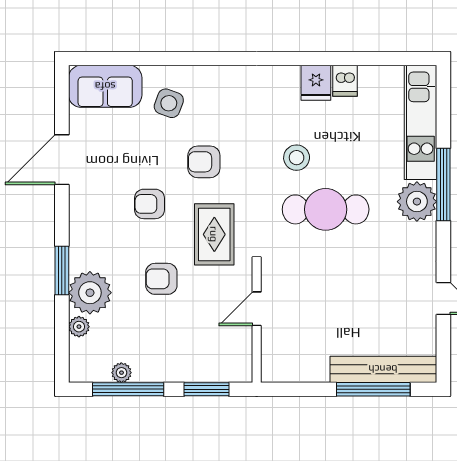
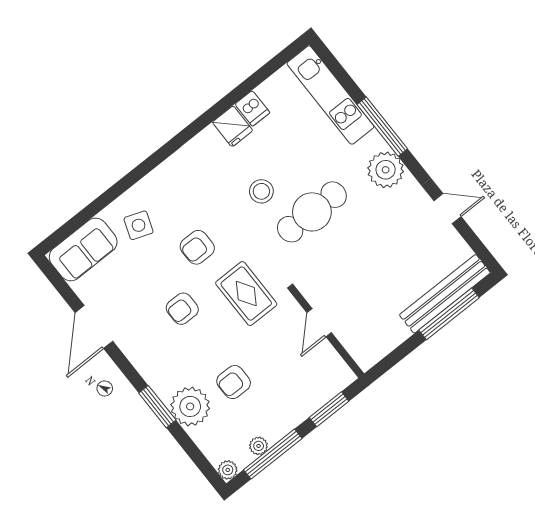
plant: (417, 202) -> (386, 170), moved
armchair: (161, 279) -> (234, 382), moved
plant: (79, 327) -> (228, 470), moved

